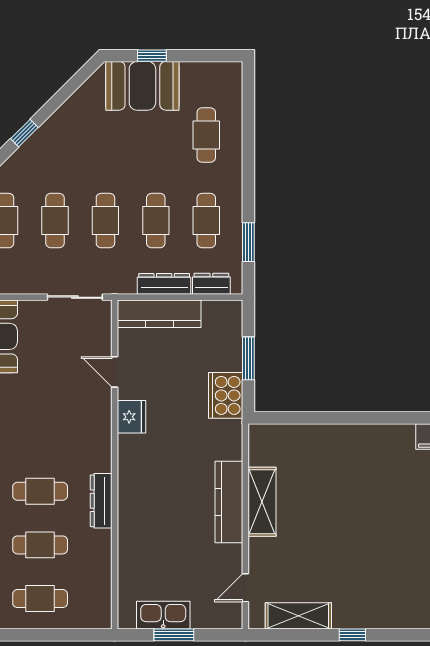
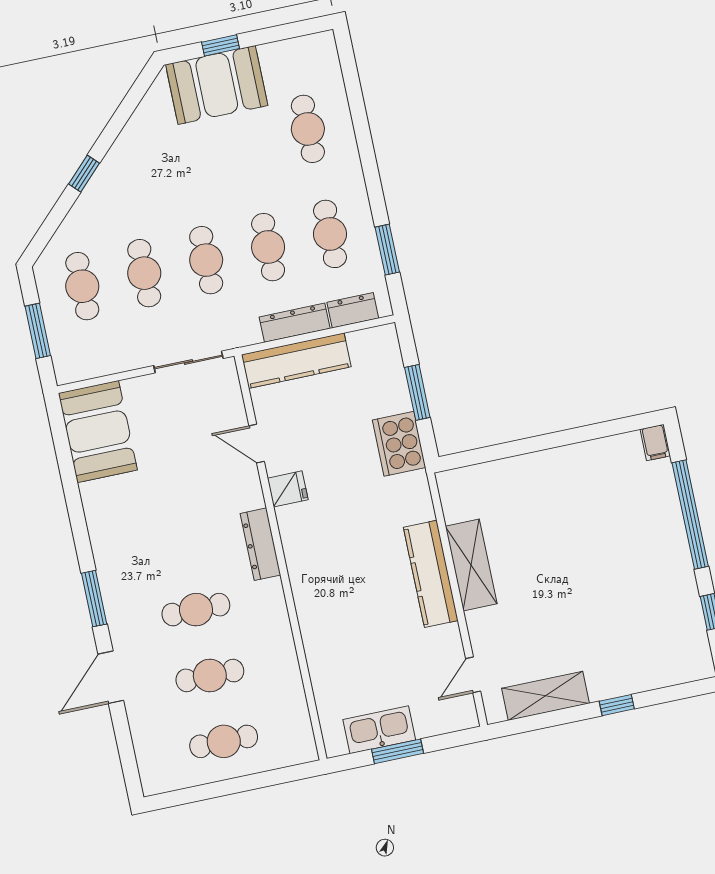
fridge: (131, 417) -> (288, 489), width x0.72
dresser: (101, 501) -> (260, 544), moved

